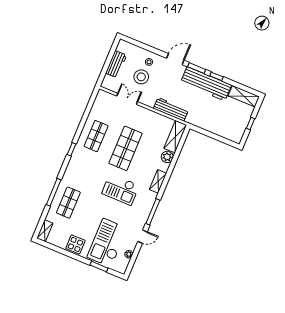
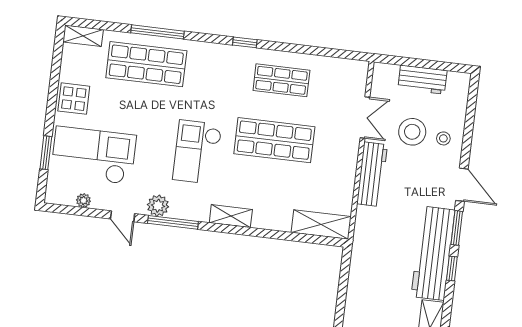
workbench: (171, 109) -> (372, 174), moved
plant: (167, 157) -> (158, 206), moved
shop shelf: (68, 203) -> (146, 64), width x1.43, depth x1.36

